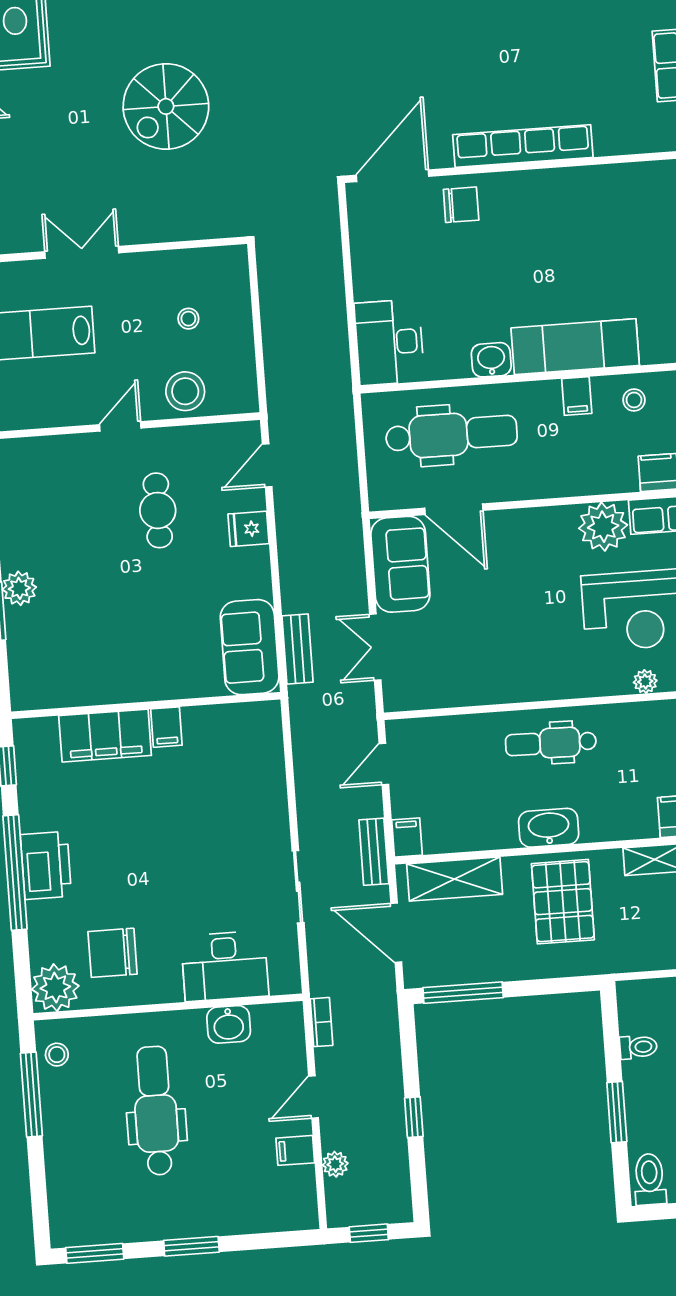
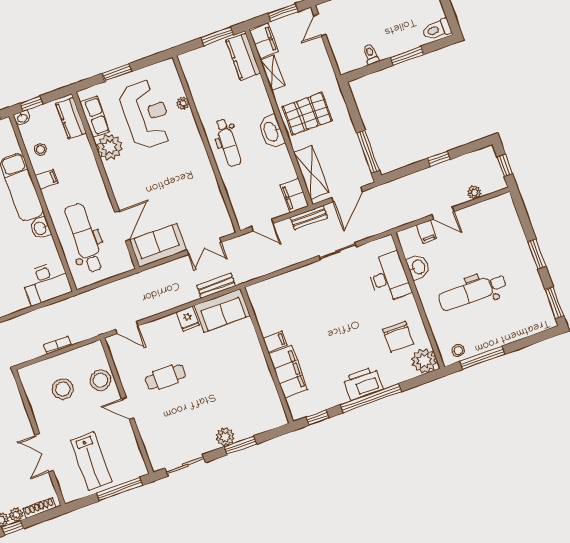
stool: (188, 319) -> (63, 389), width x1.89, depth x1.89
fridge: (249, 529) -> (188, 319), moved
filing cabinet: (407, 837) -> (294, 196), width x2.00
bookcase: (321, 1022) -> (57, 345), moved
filing cabinet: (295, 1150) -> (426, 232), moved

